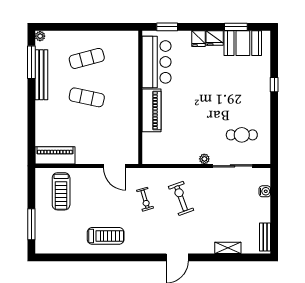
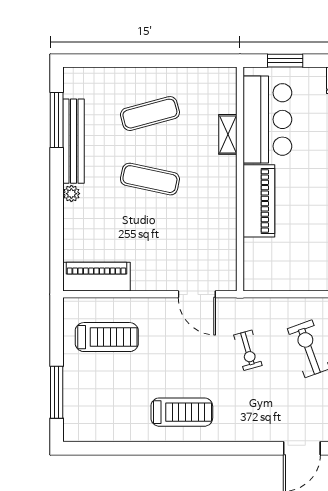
plant: (40, 36) -> (71, 194), moved
shelving: (133, 71) -> (228, 134), added
treadmill: (61, 191) -> (107, 337), turned -90

